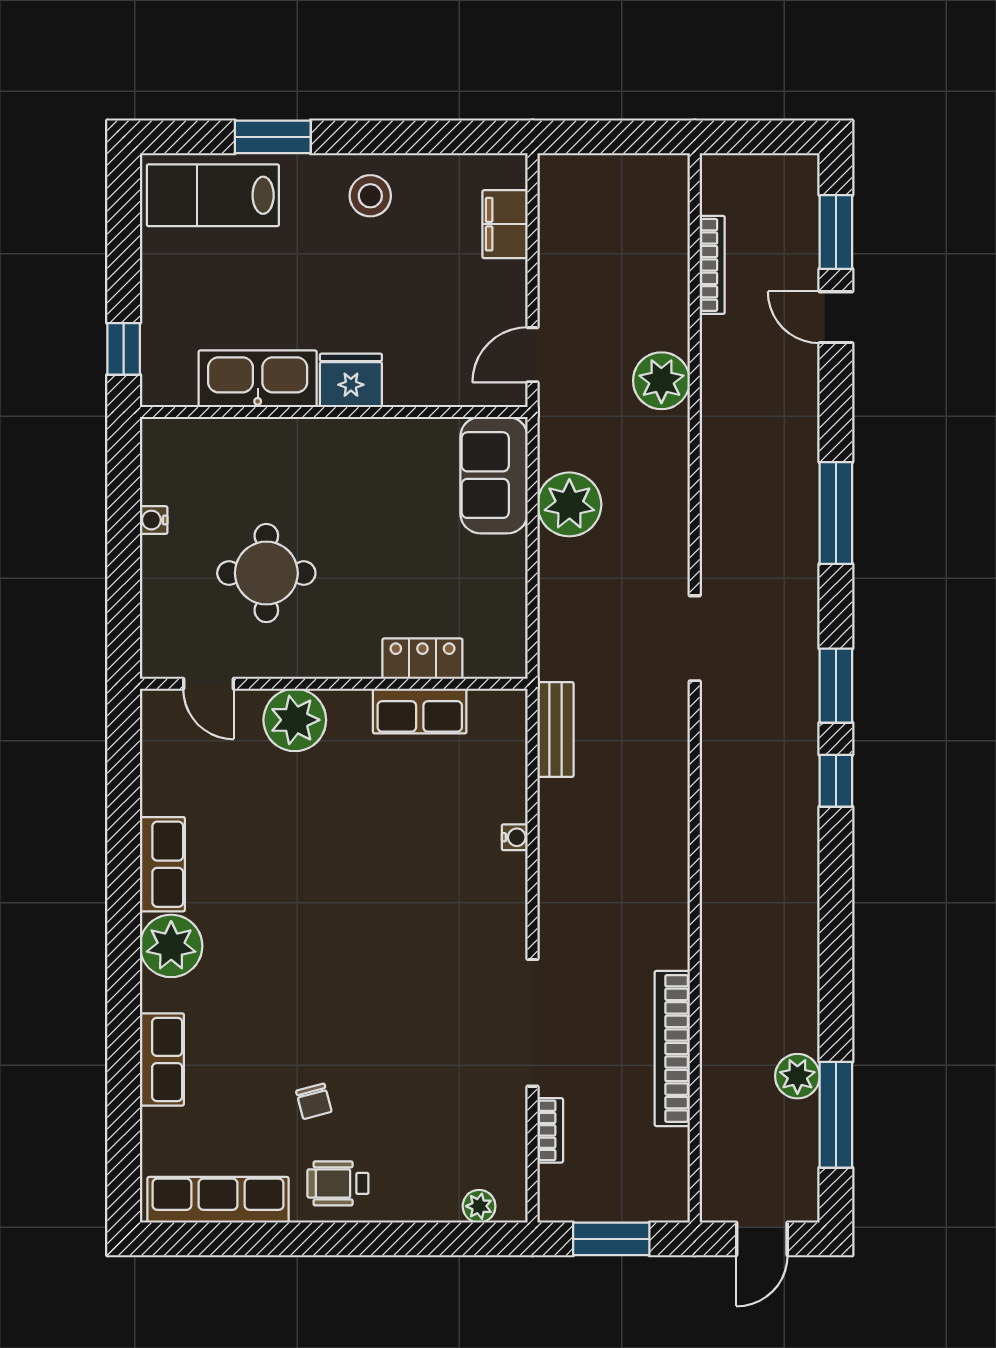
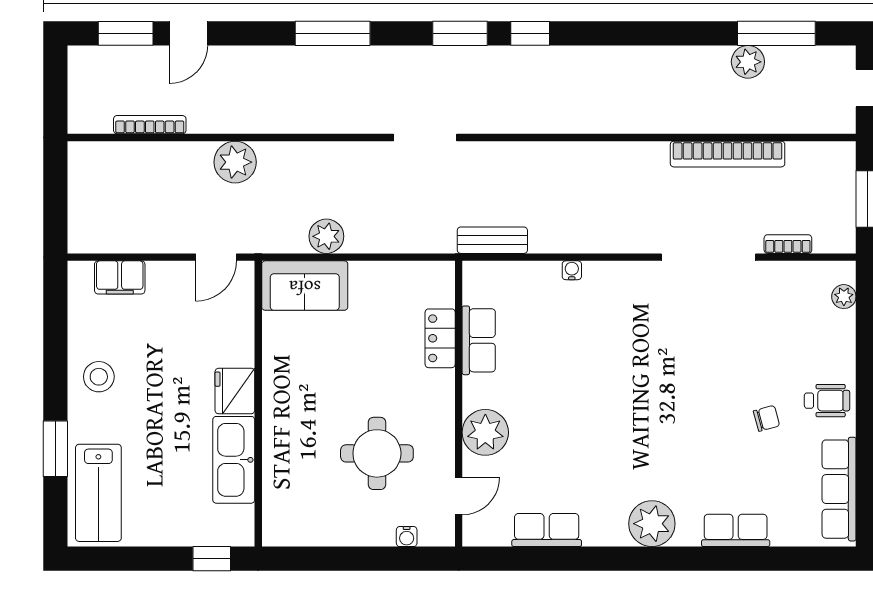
door: (533, 355) -> (216, 257), hinge flipped
plant: (569, 504) -> (326, 236), width x0.73, depth x0.73
water cooler: (154, 520) -> (407, 537), moved
row of seats: (162, 864) -> (547, 530), moved
wheelchair: (338, 1183) -> (827, 401), turned -90

